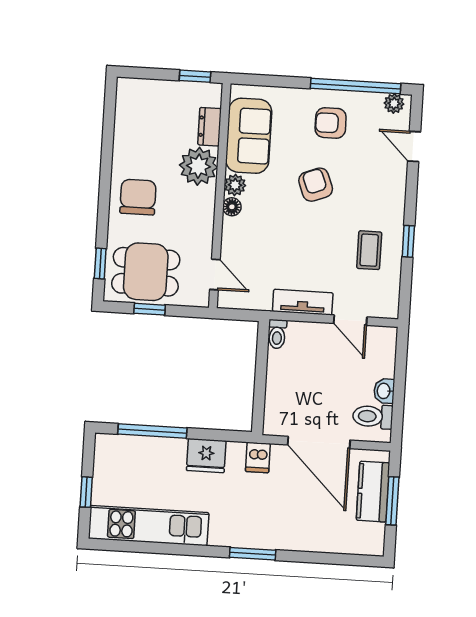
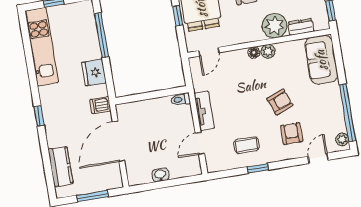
armchair: (331, 123) -> (292, 134), moved
sofa: (249, 136) -> (321, 60), moved, turned 90
toilet: (373, 416) -> (143, 171), removed
kitchen counter: (373, 492) -> (61, 166), moved, turned 90
window: (253, 554) -> (39, 116), width x0.67

